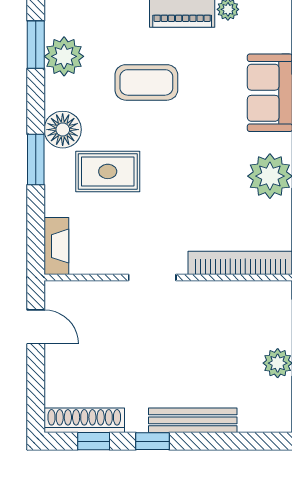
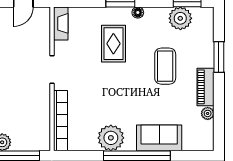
floor lamp: (63, 130) -> (138, 13), width x0.53, depth x0.53
fireplace: (56, 246) -> (61, 23), moved, turned -90

